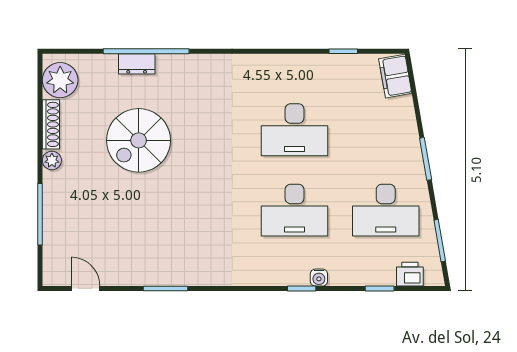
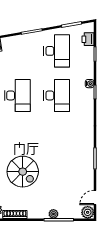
plant: (52, 160) -> (53, 214), moved
plant: (55, 273) -> (88, 212), added

